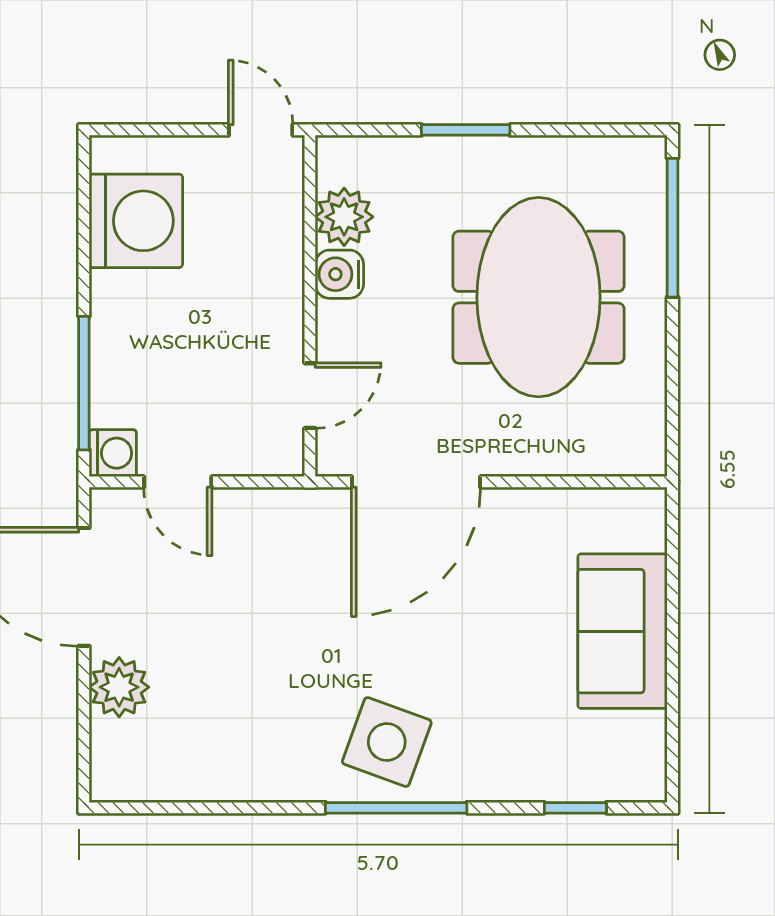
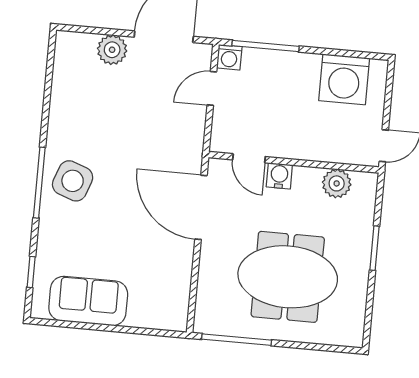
window: (672, 228) -> (237, 340), moved
water cooler: (339, 274) -> (279, 176), moved
sofa: (623, 631) -> (88, 301), moved

